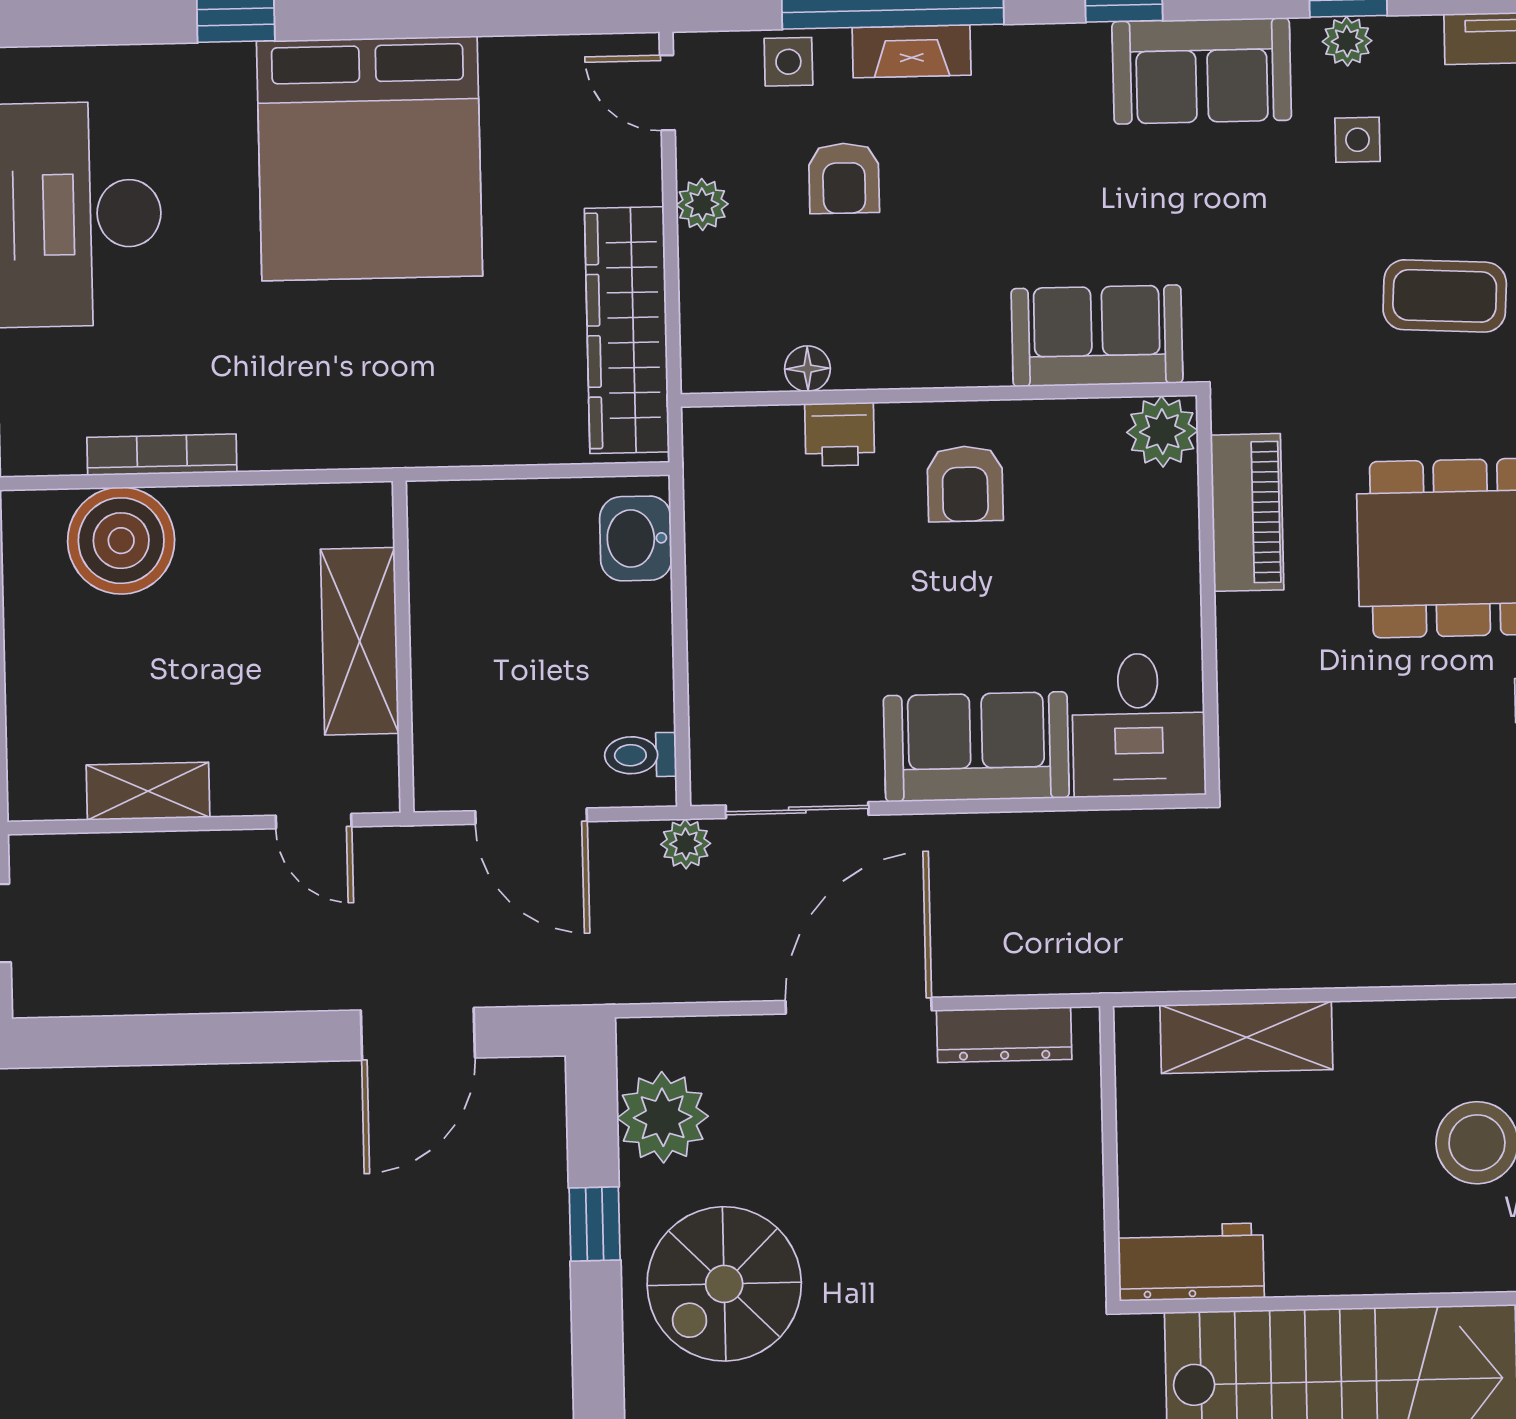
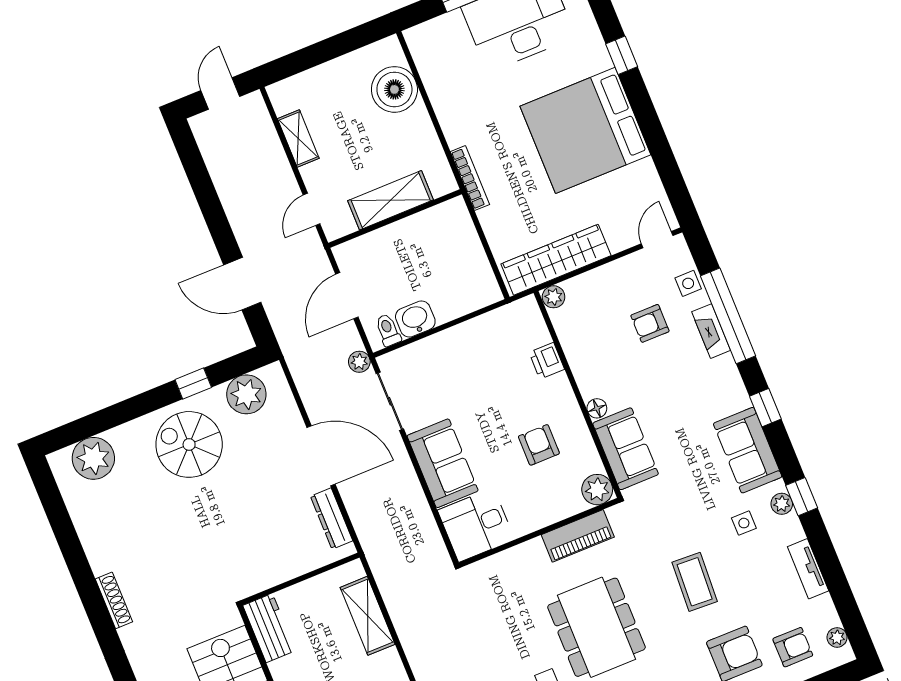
plant: (702, 204) -> (554, 297), moved
floor lamp: (808, 369) -> (597, 408), moved
bookcase: (162, 455) -> (470, 178), moved
armchair: (965, 484) -> (539, 445), moved, turned 90
washbasin: (636, 538) -> (415, 319), moved

